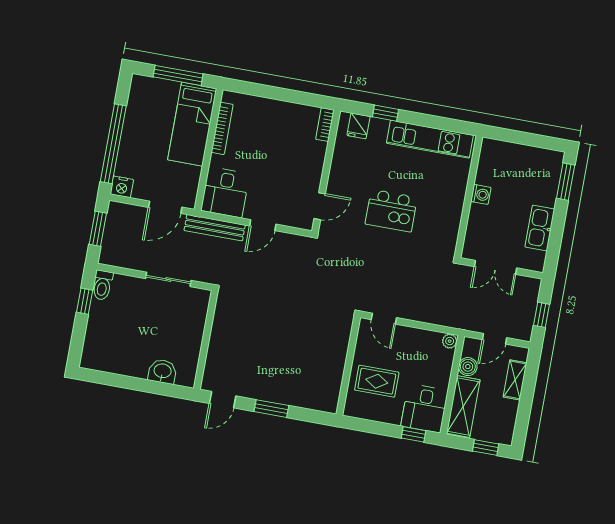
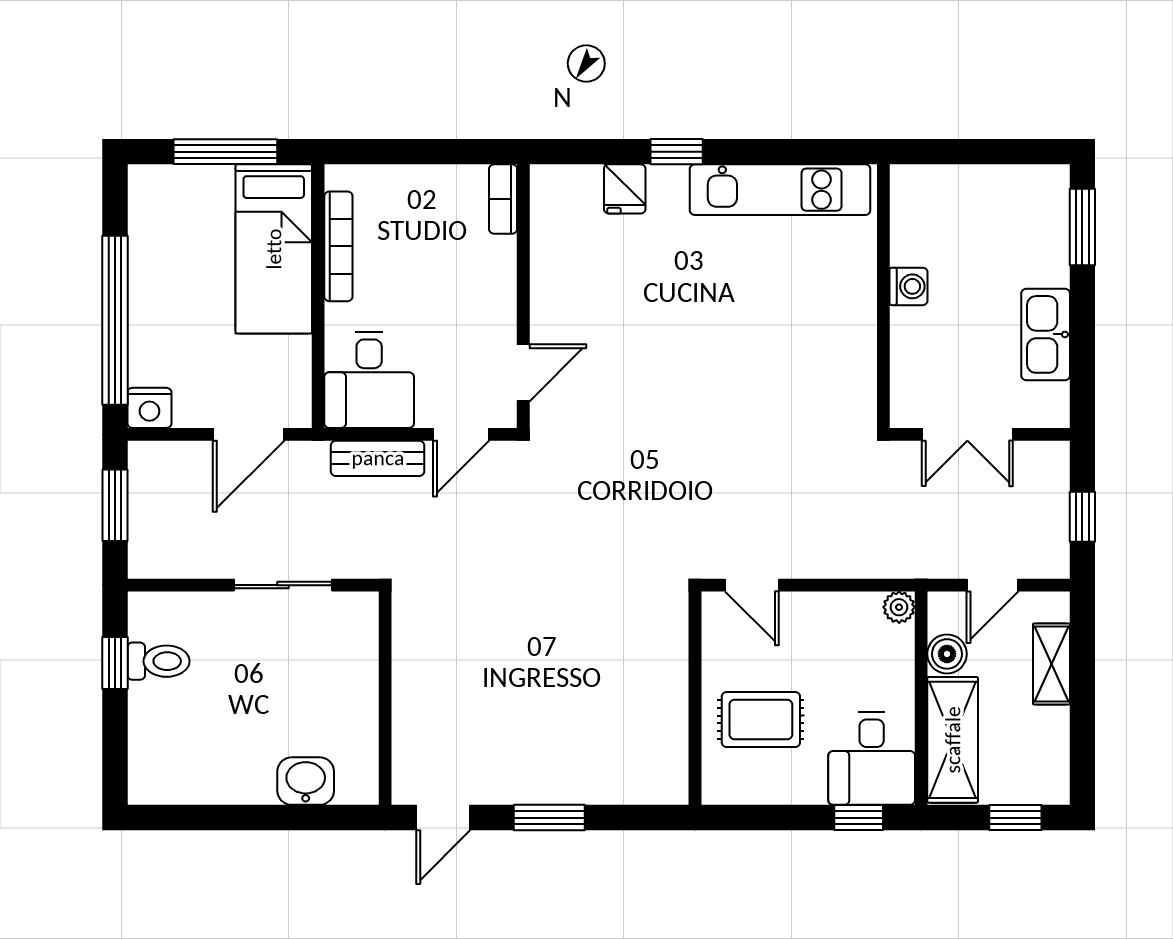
bookcase: (325, 125) -> (503, 199), moved
wall: (326, 171) -> (523, 296), moved
door: (320, 206) -> (523, 373), moved
kitchen island: (391, 211) -> (726, 355), removed
bench: (215, 228) -> (378, 458), width x0.73
toilet: (102, 285) -> (158, 661), moved, turned -90

